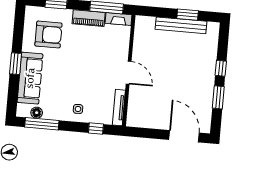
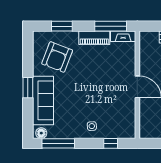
armchair: (48, 35) -> (57, 57), turned 111
tv unit: (119, 108) -> (131, 121), removed
floor lamp: (37, 113) -> (41, 133), moved

